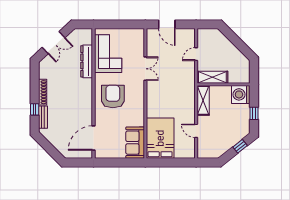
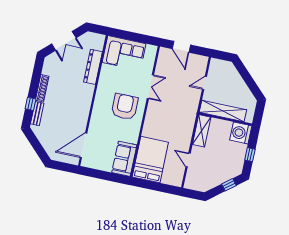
corner sofa: (108, 54) -> (124, 53), moved, turned 90
shelving: (212, 77) -> (223, 111), width x1.47
armchair: (113, 96) -> (125, 107), moved

